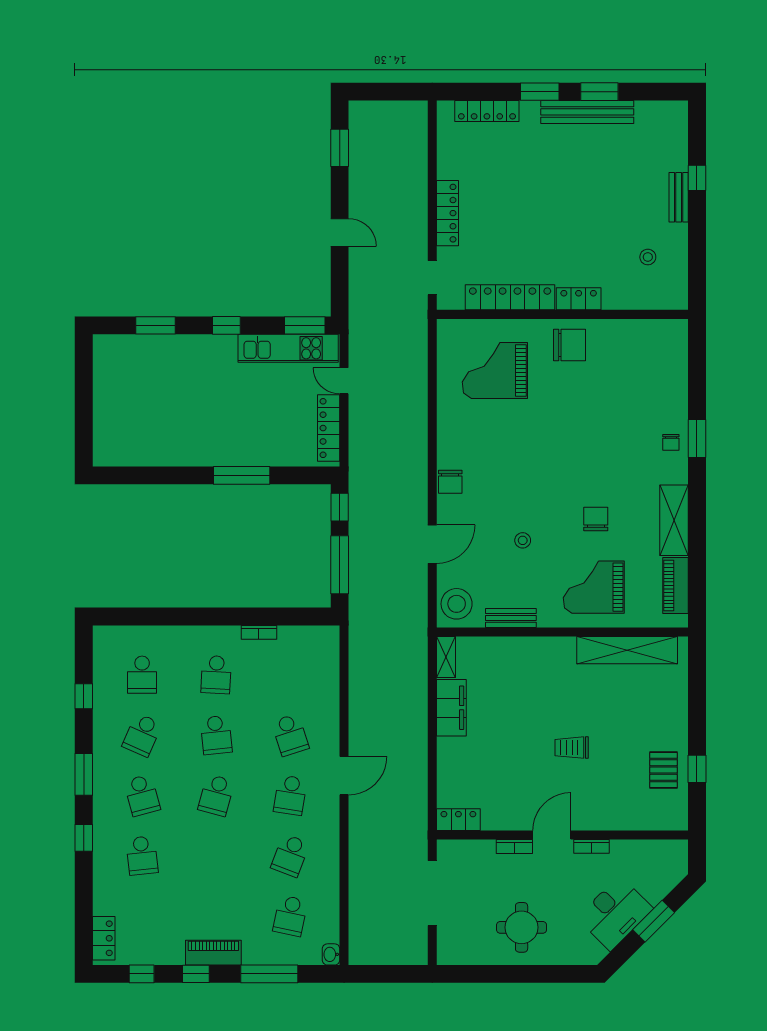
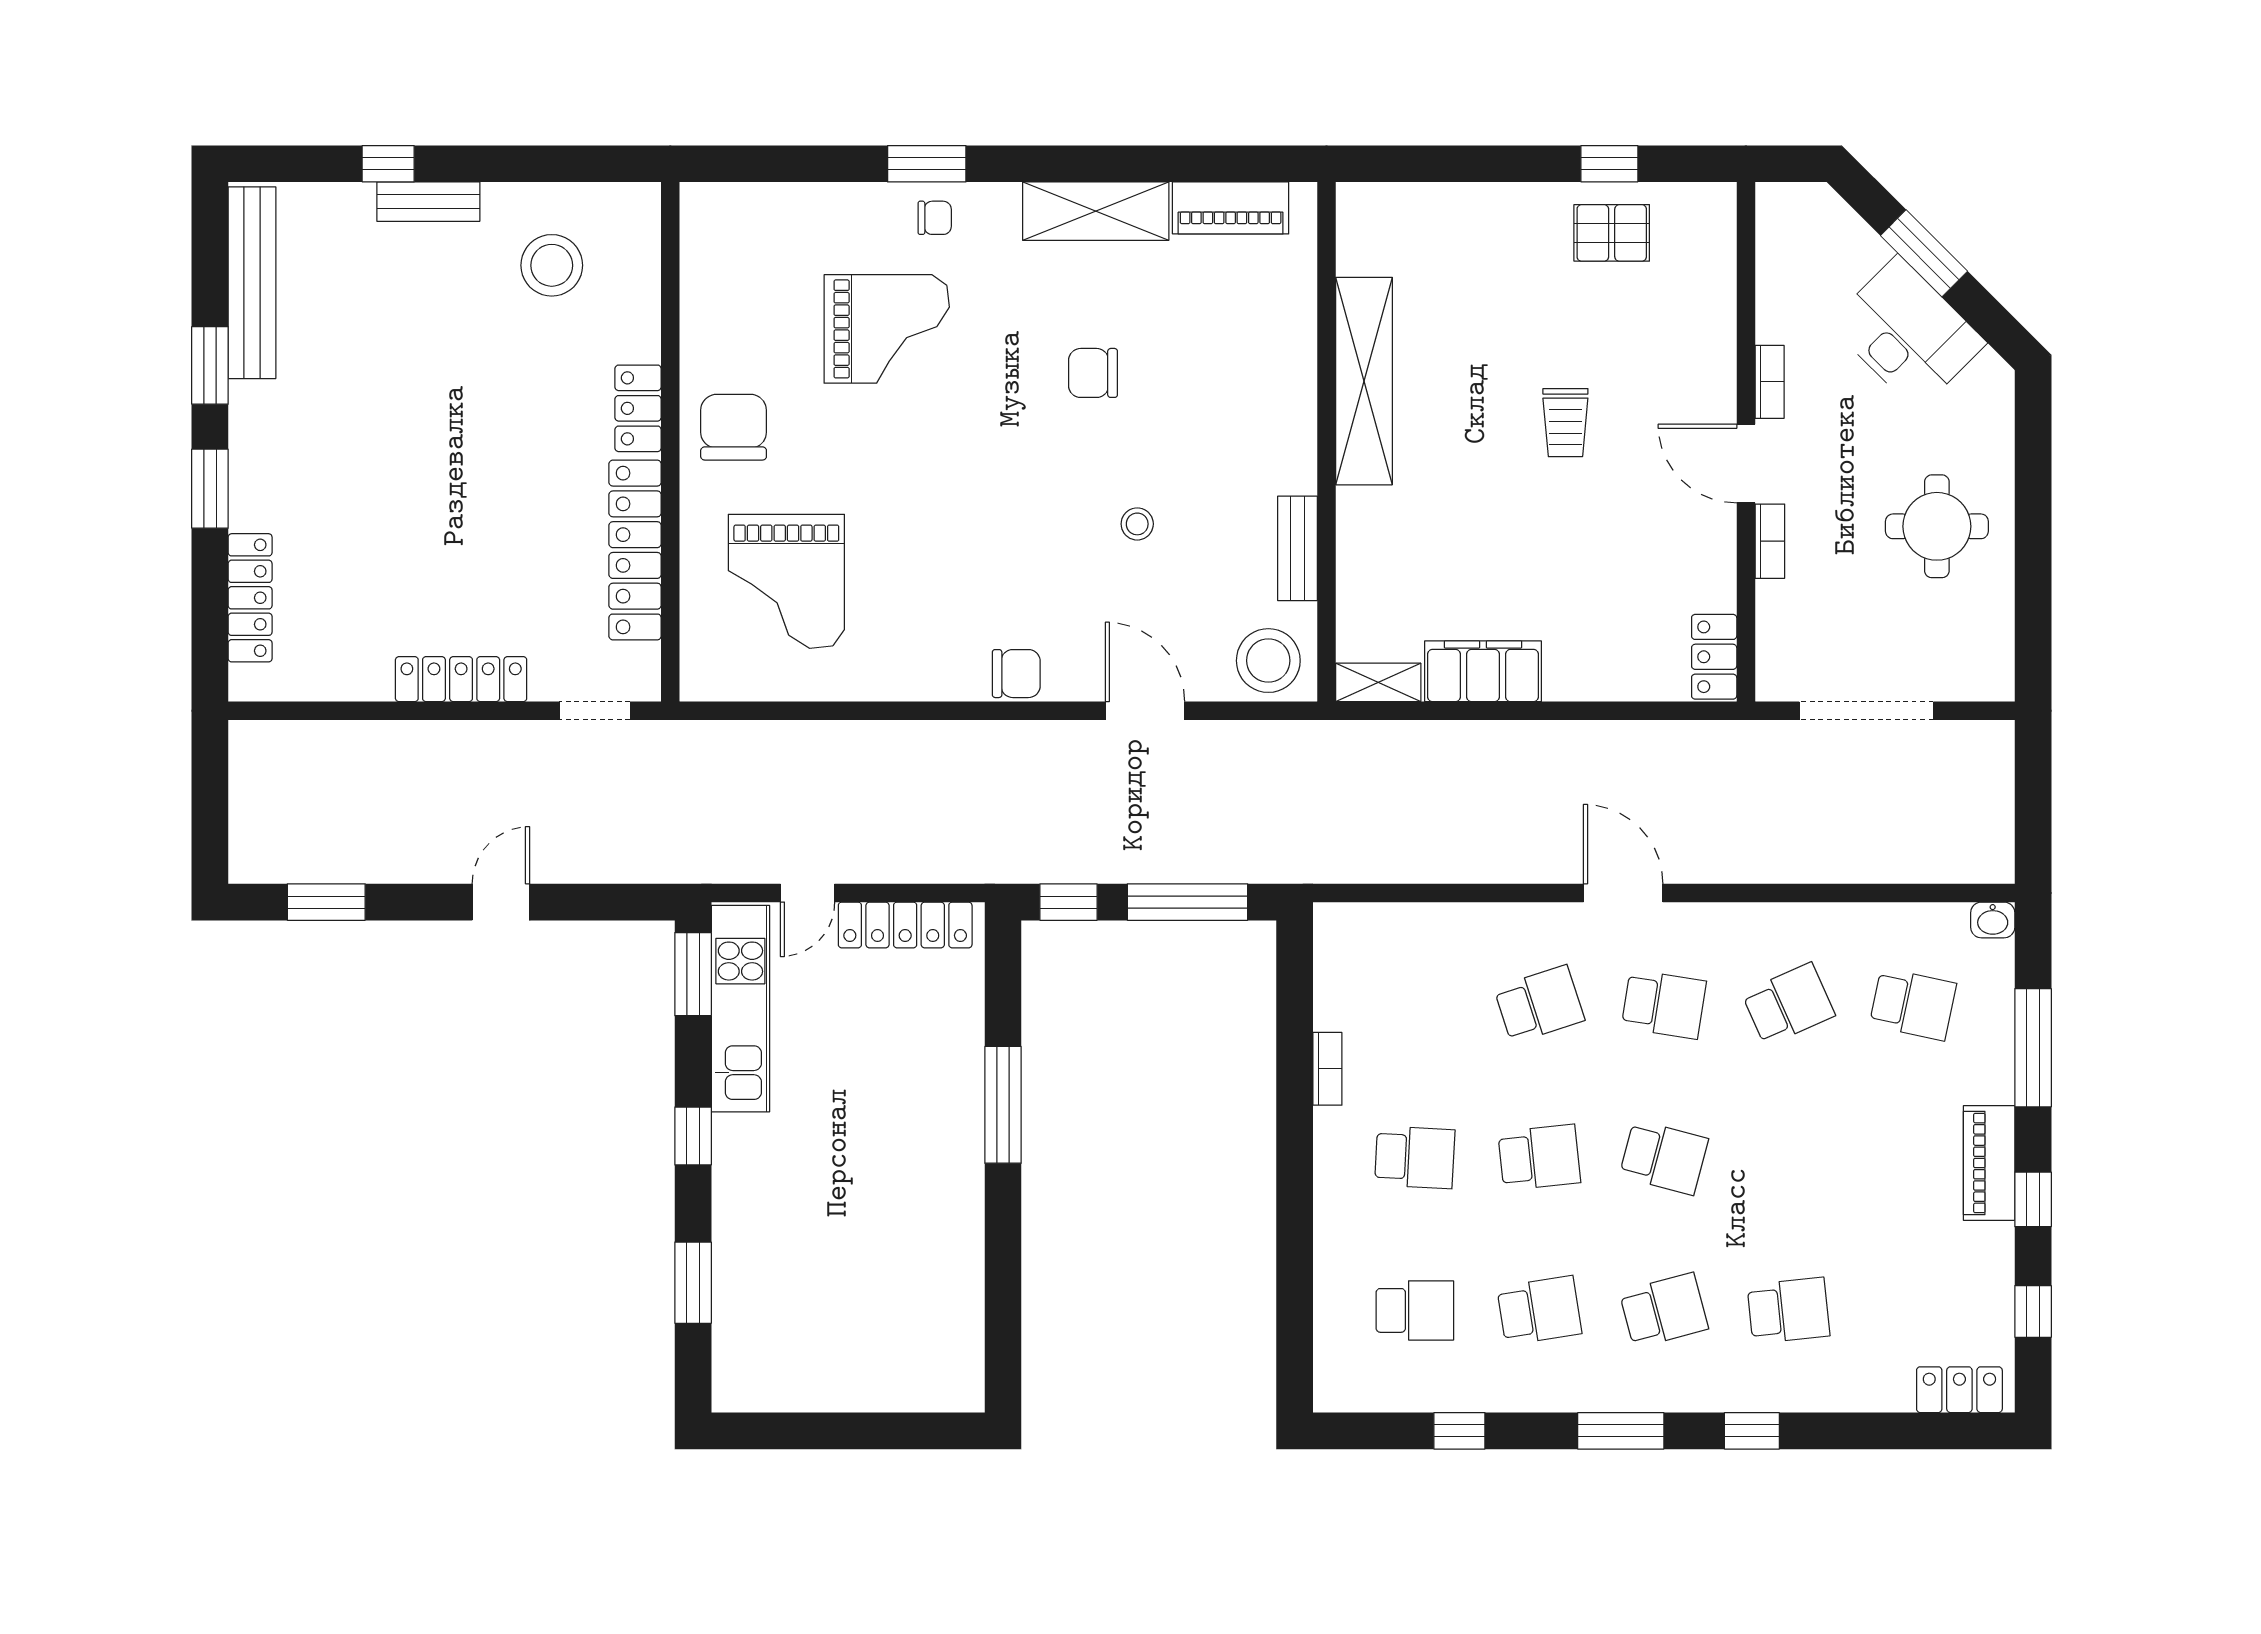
bench: (587, 112) -> (252, 283), moved
stool: (648, 257) -> (552, 265), width x1.89, depth x1.89
grand piano: (594, 587) -> (887, 329), moved, turned -90
shelving: (627, 650) -> (1364, 381), moved
school desk: (142, 735) -> (1539, 1310), turned -33
school desk: (290, 856) -> (1788, 1004), turned -45

